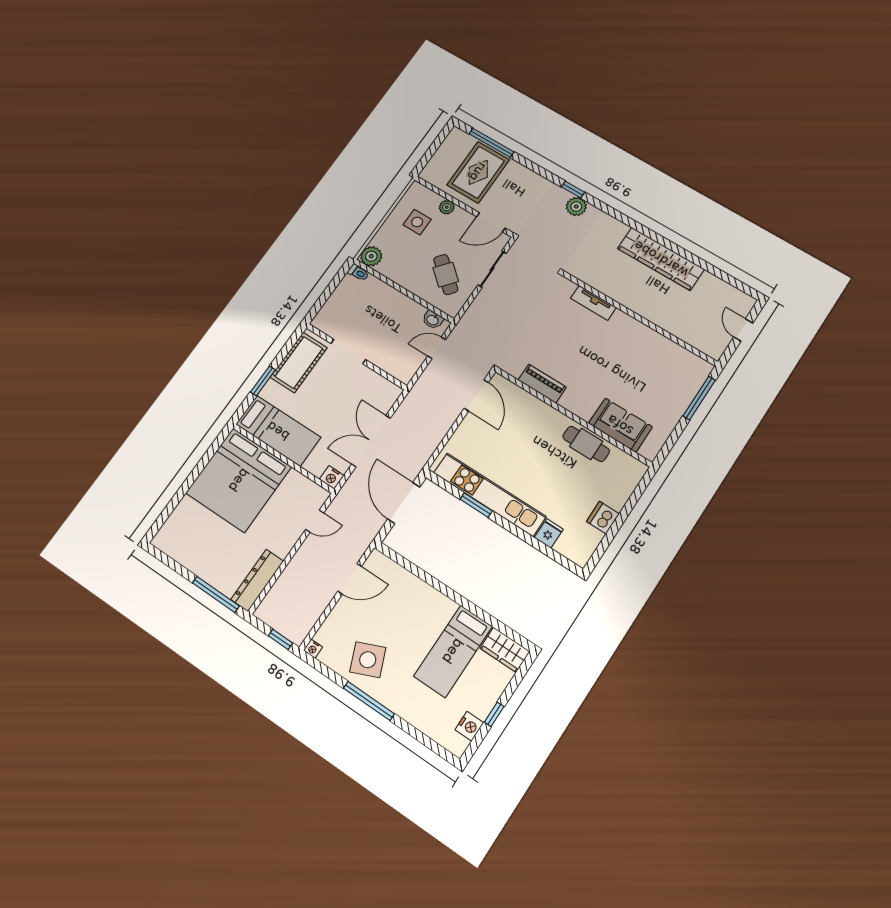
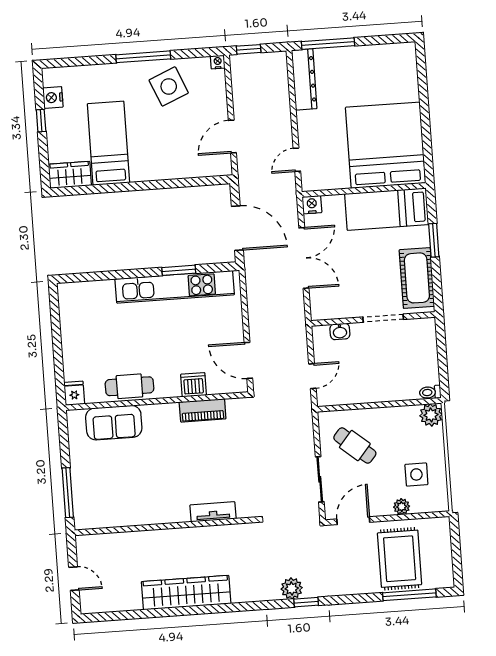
washbasin: (433, 320) -> (340, 331), moved, turned 180
dishwasher: (603, 518) -> (194, 385), moved, turned -90
fridge: (549, 533) -> (74, 393), moved, turned 180

